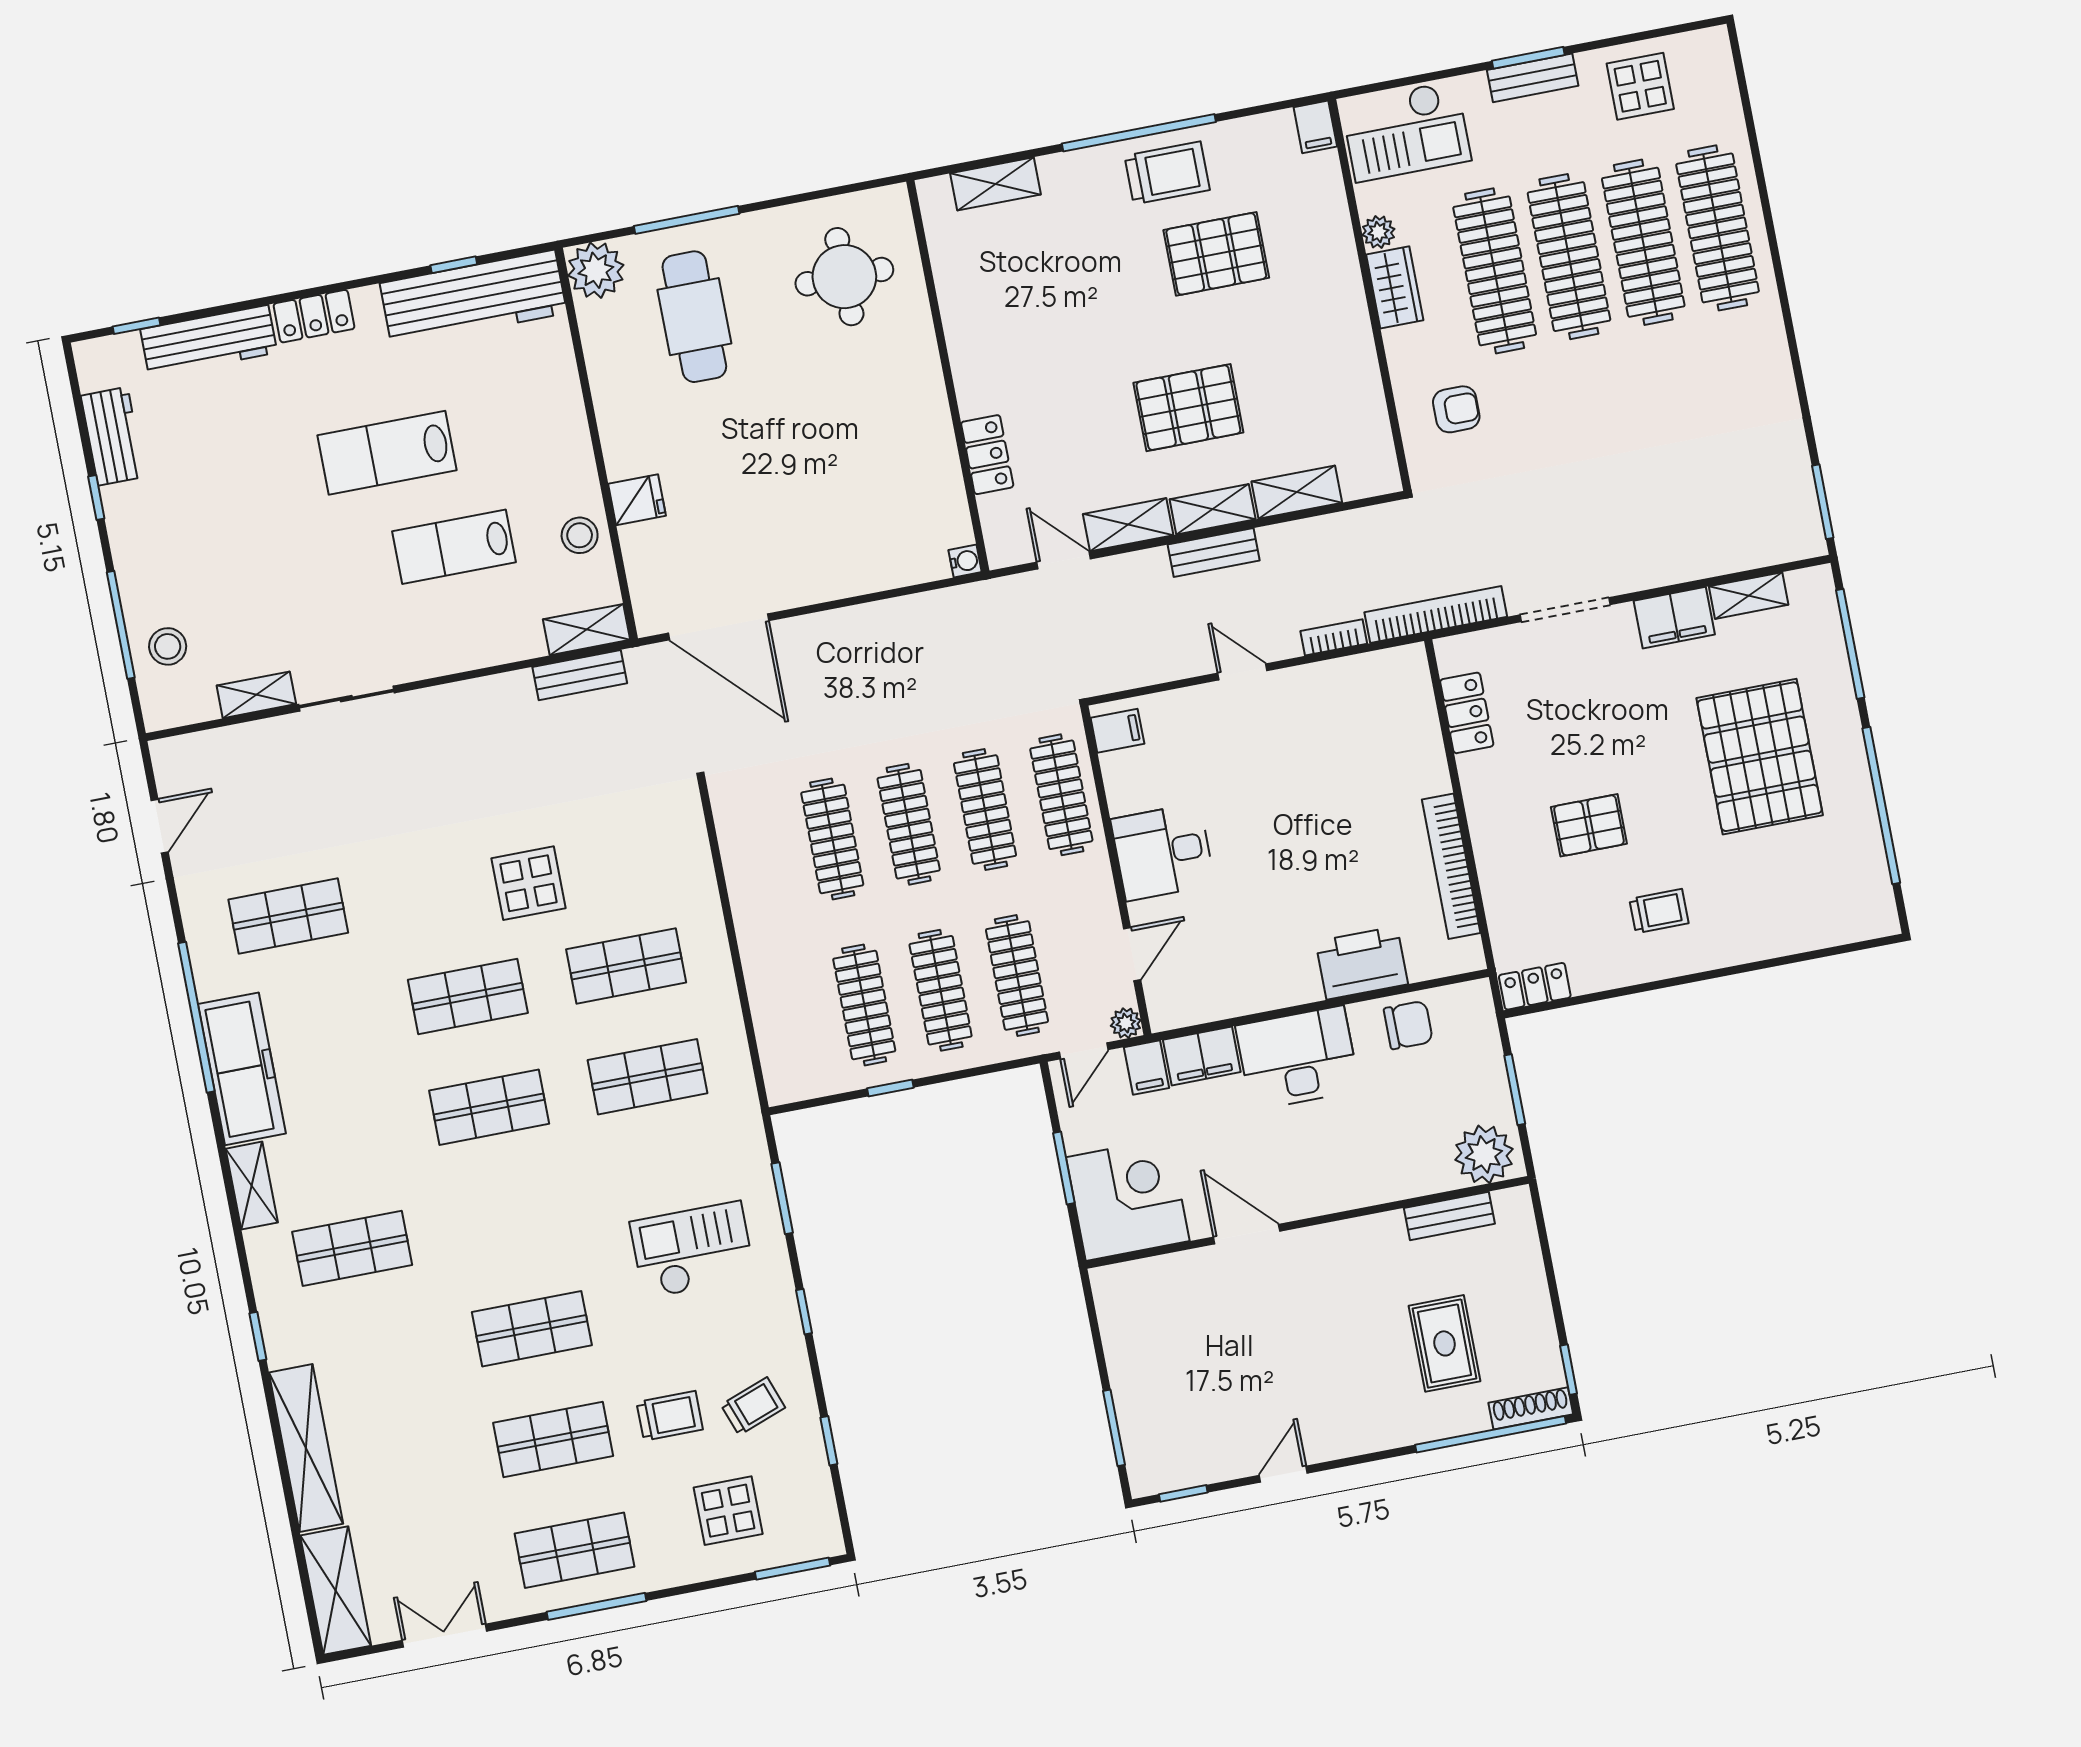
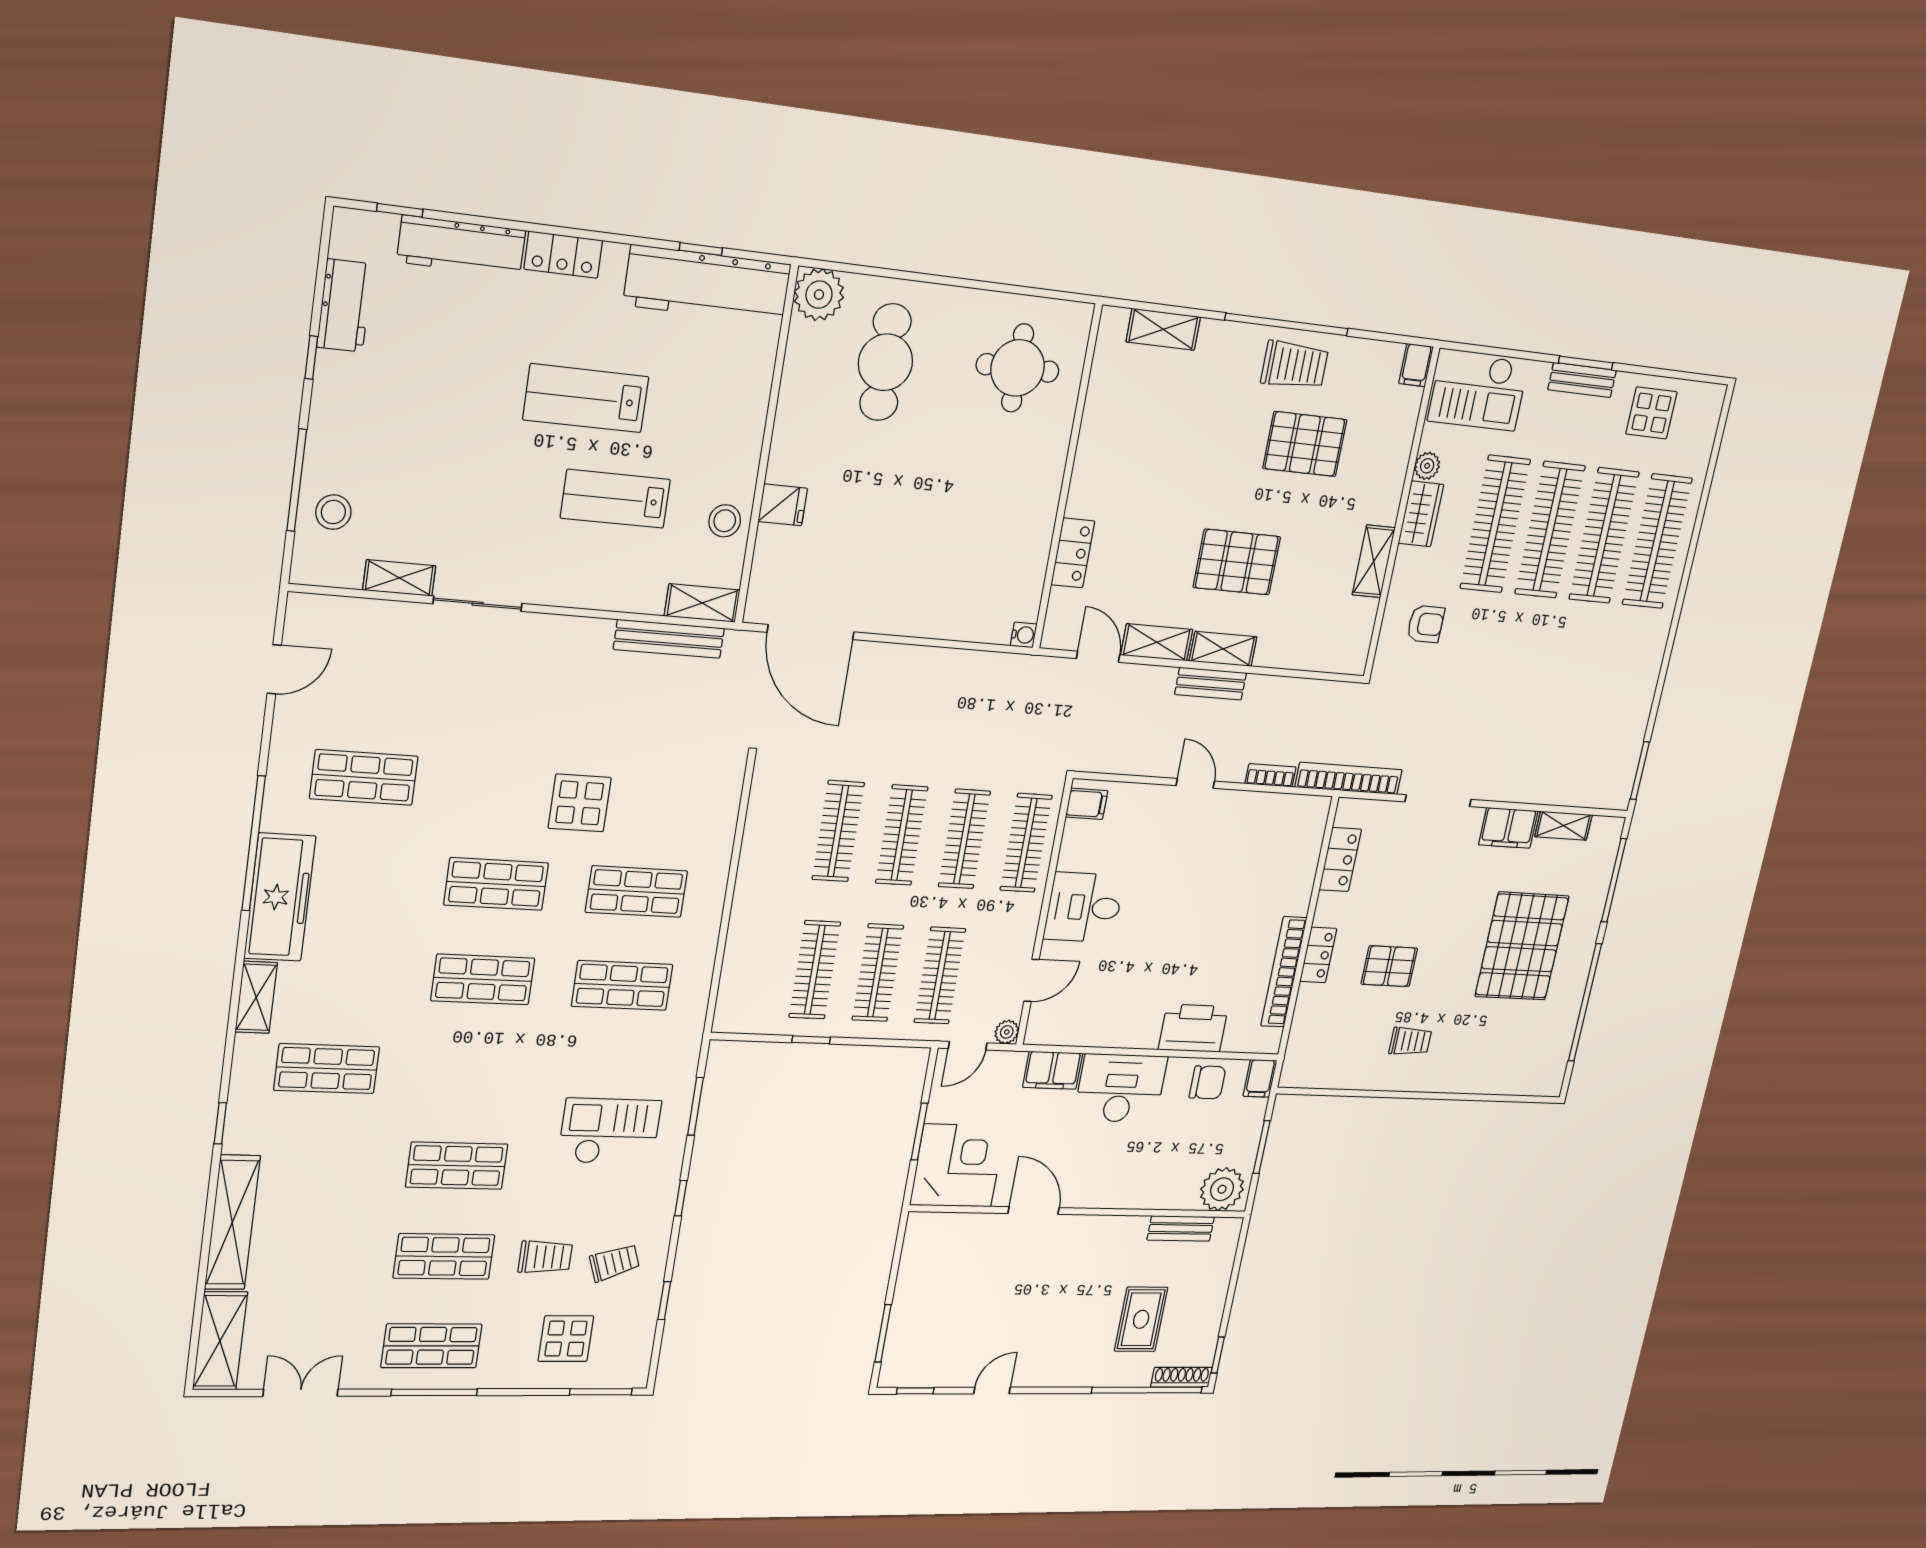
window: (687, 220) -> (909, 276), removed
shelving: (1297, 492) -> (1374, 561), moved, turned 90
bench: (580, 675) -> (669, 639), width x1.36
locker: (1535, 986) -> (1318, 955), moved, turned 90
filing cabinet: (1146, 1068) -> (1260, 1078), moved

